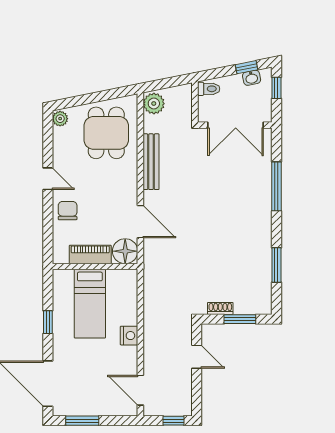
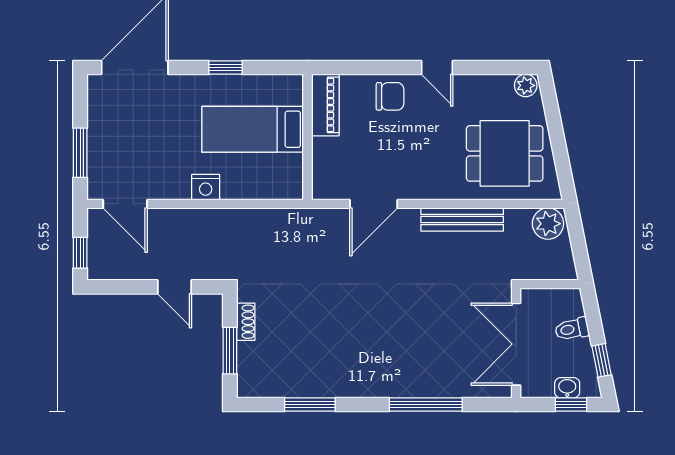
washbasin: (252, 78) -> (567, 388), moved, turned 101
toilet: (209, 89) -> (572, 329), moved, turned 79
door: (48, 179) -> (437, 67), hinge flipped
floor lamp: (125, 251) -> (330, 181), removed
piano: (90, 254) -> (325, 105), moved
door: (197, 357) -> (175, 287), hinge flipped
door: (140, 390) -> (125, 204), swing flipped
window: (82, 421) -> (80, 153), moved

